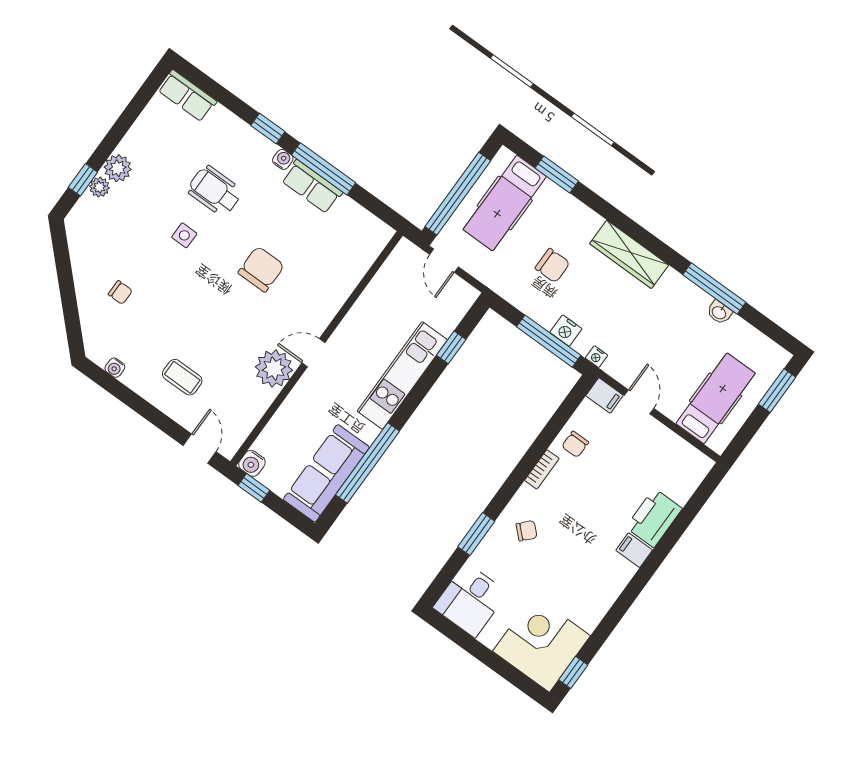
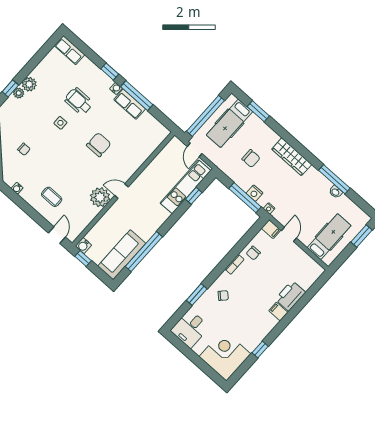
kitchen unit: (402, 375) -> (185, 187), moved
window: (573, 672) -> (260, 349), moved

